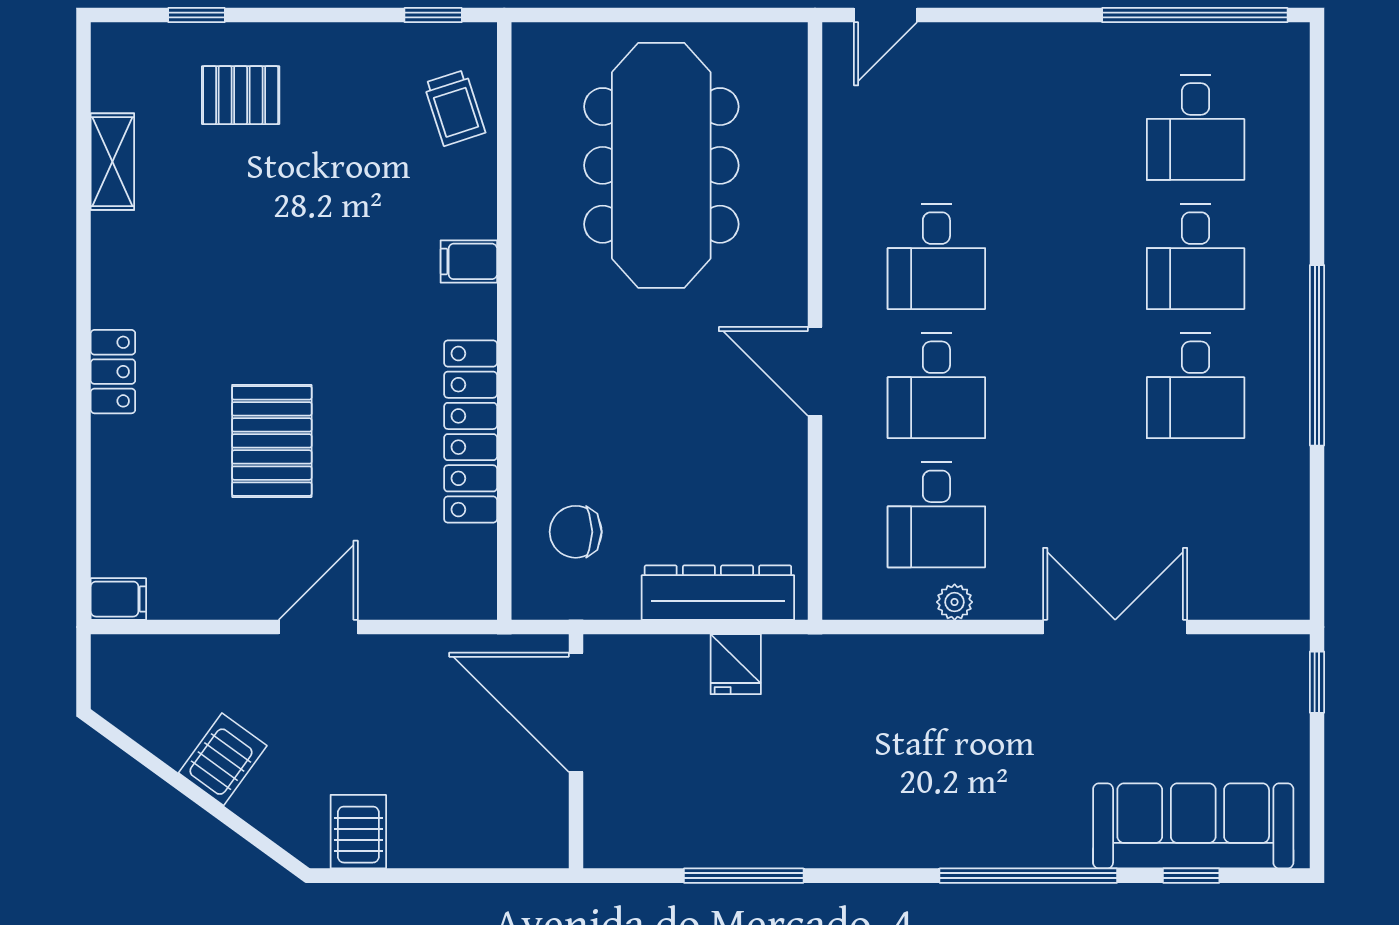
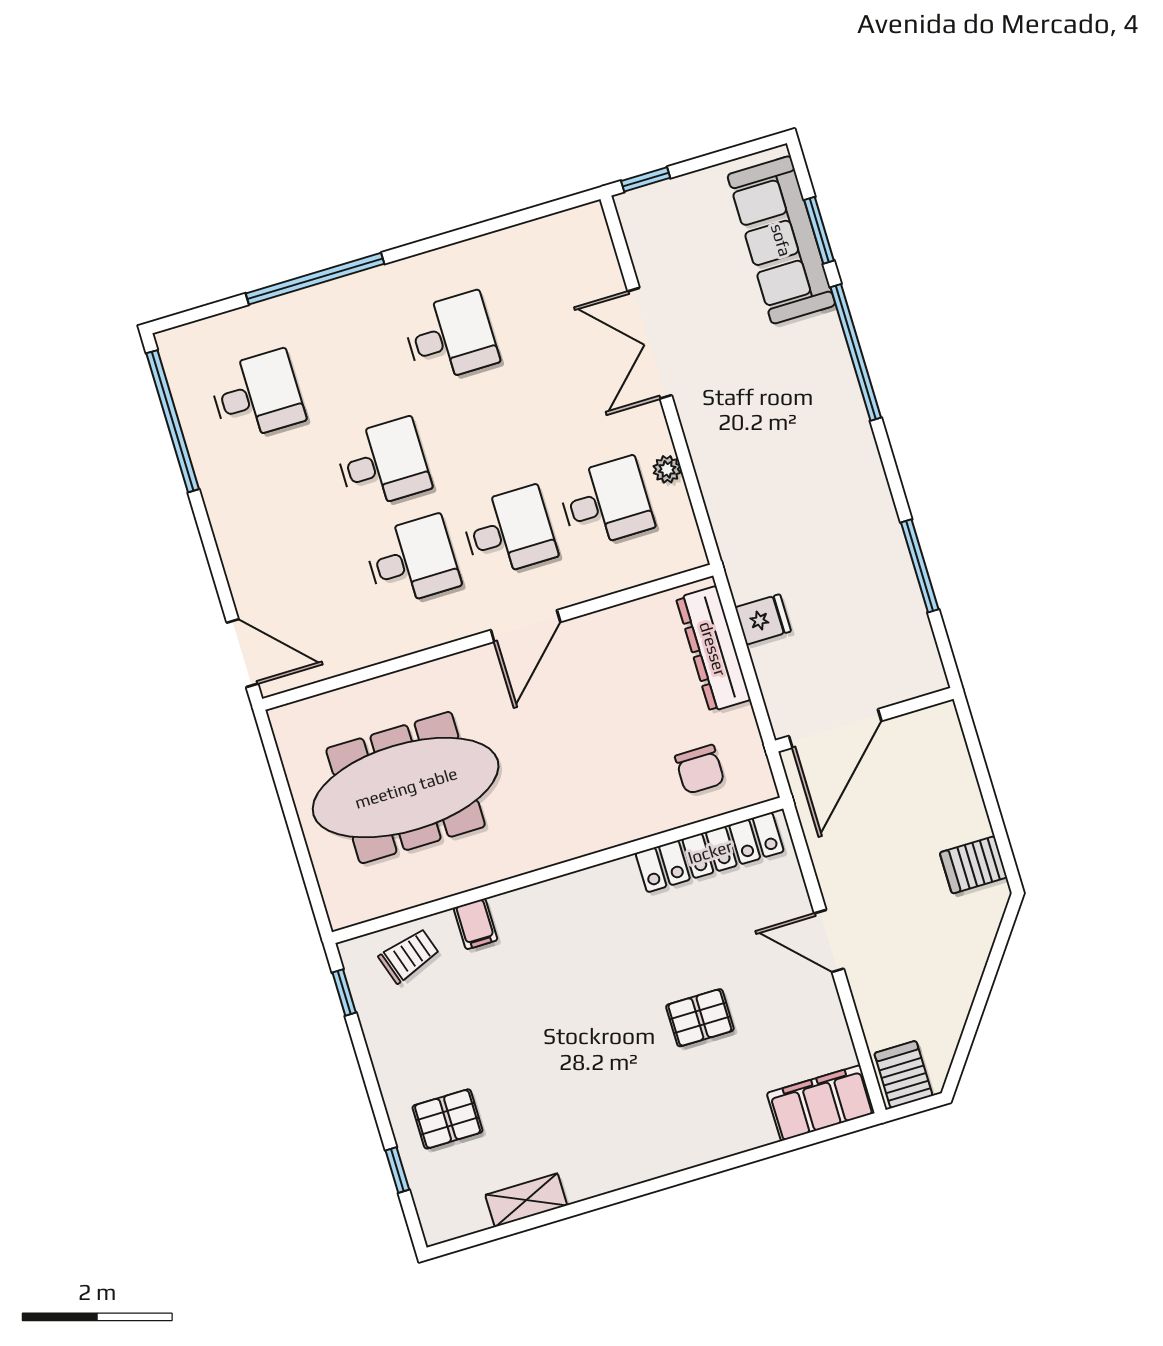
door: (886, 15) -> (242, 653), width x1.38
pallet: (241, 95) -> (448, 1119), turned 90
desk: (1196, 256) -> (383, 464), moved
filing cabinet: (469, 261) -> (476, 924), moved
window: (1317, 355) -> (315, 279), moved
locker: (113, 372) -> (684, 1152), removed
locker: (471, 432) -> (710, 852), moved
pallet: (272, 441) -> (700, 1018), width x0.67, depth x0.71
filing cabinet: (118, 599) -> (821, 1103), width x3.00, depth x1.17
server rack: (223, 759) -> (903, 1074), moved, turned 54
window: (1191, 876) -> (819, 230), width x1.50

